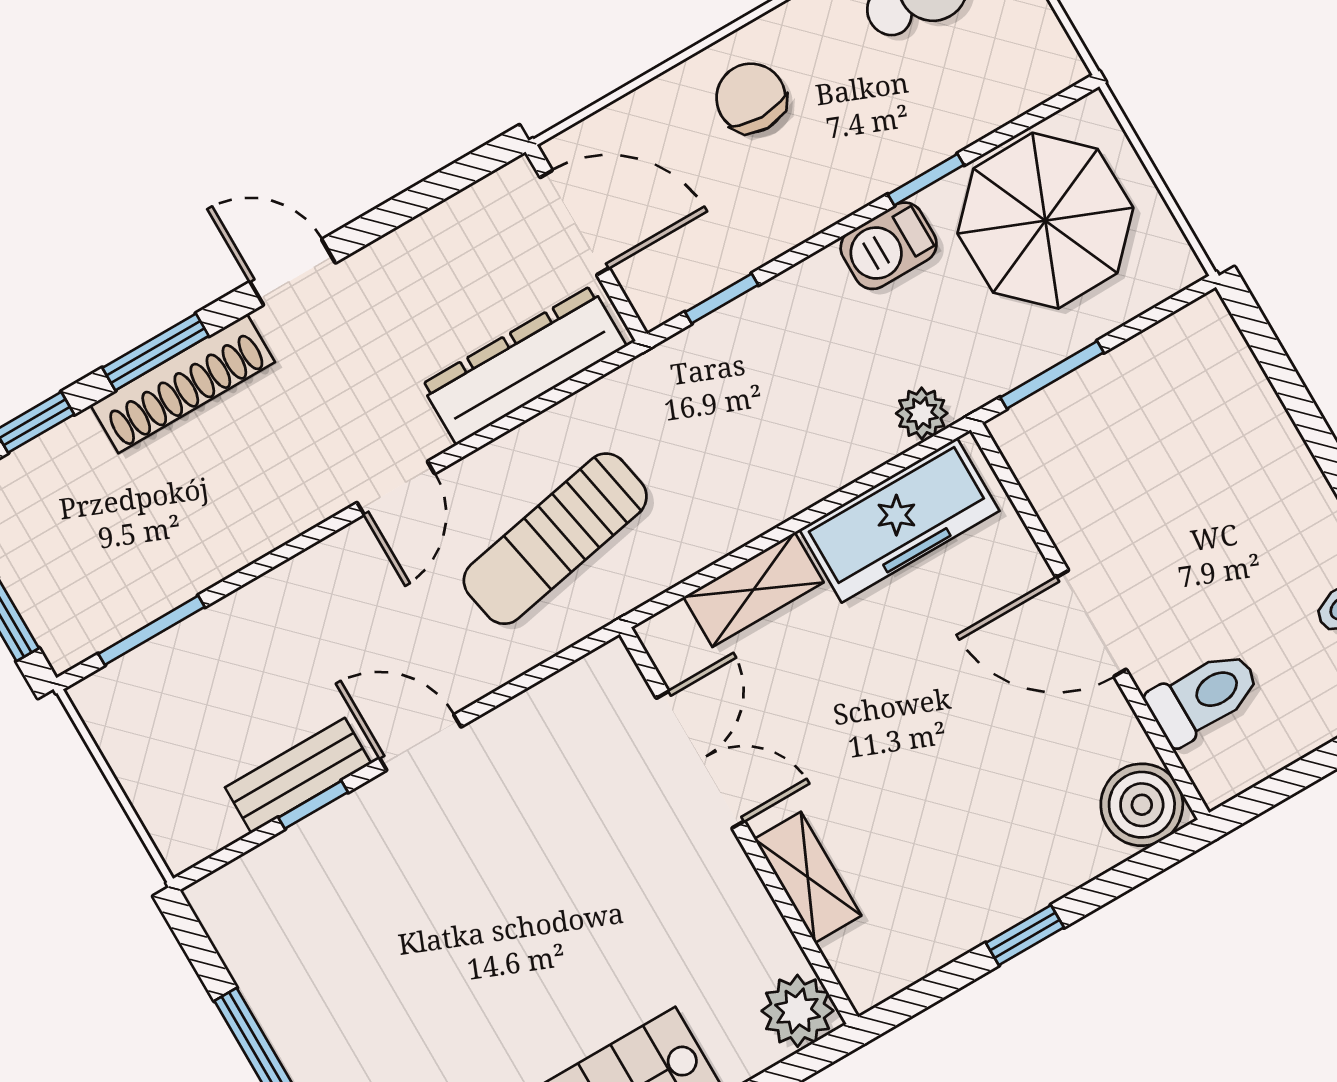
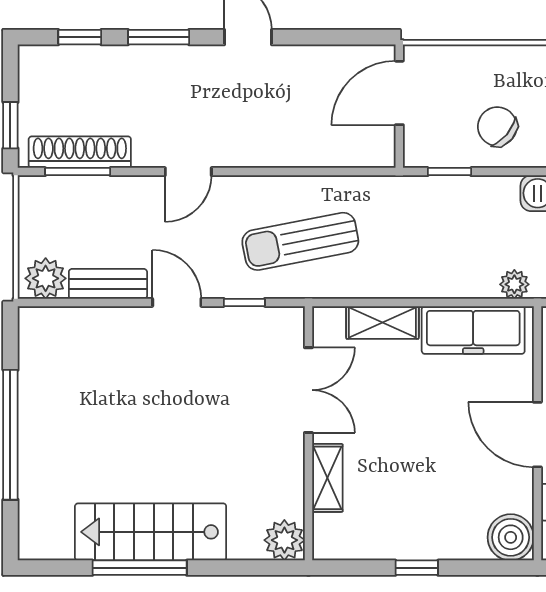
chair: (751, 98) -> (497, 127), moved, turned -50
door: (575, 223) -> (399, 93), swing flipped
dresser: (524, 365) -> (334, 148), removed
shoe rack: (183, 384) -> (80, 152), moved, turned 180
door: (396, 488) -> (188, 172), moved
window: (313, 805) -> (244, 302), moved
plant: (197, 823) -> (46, 278), added

